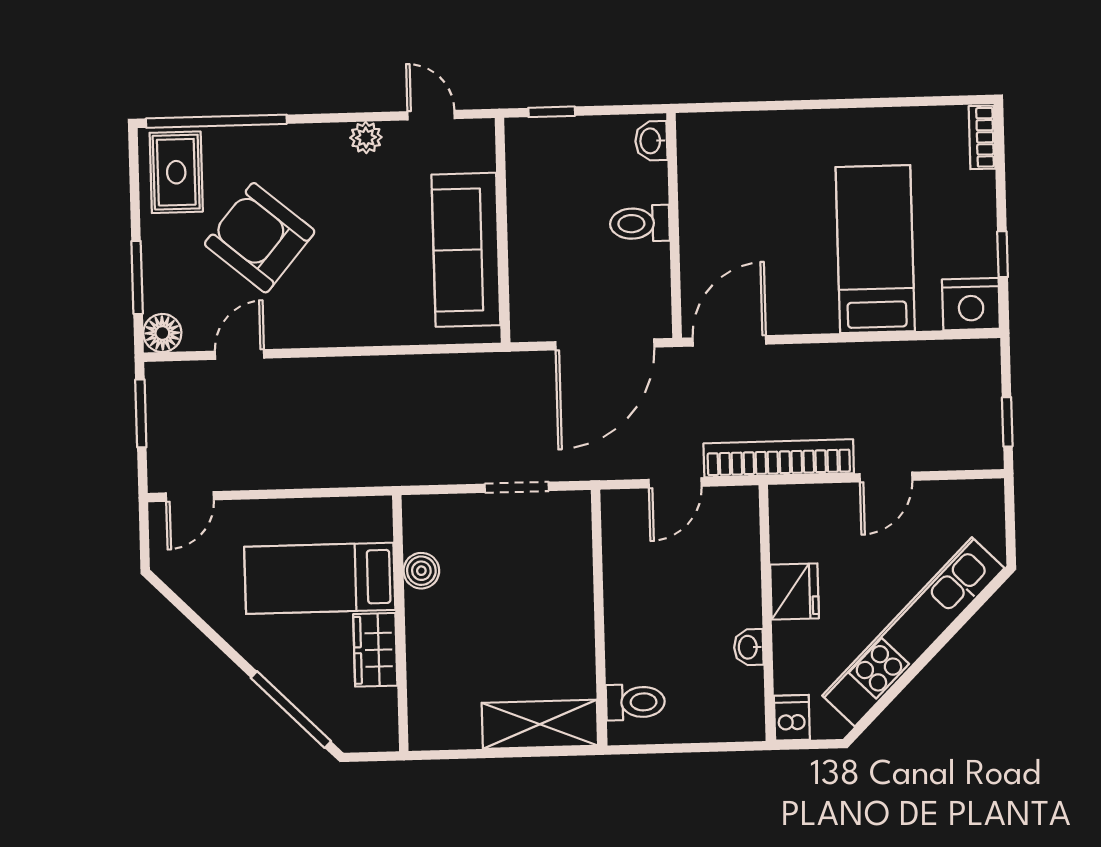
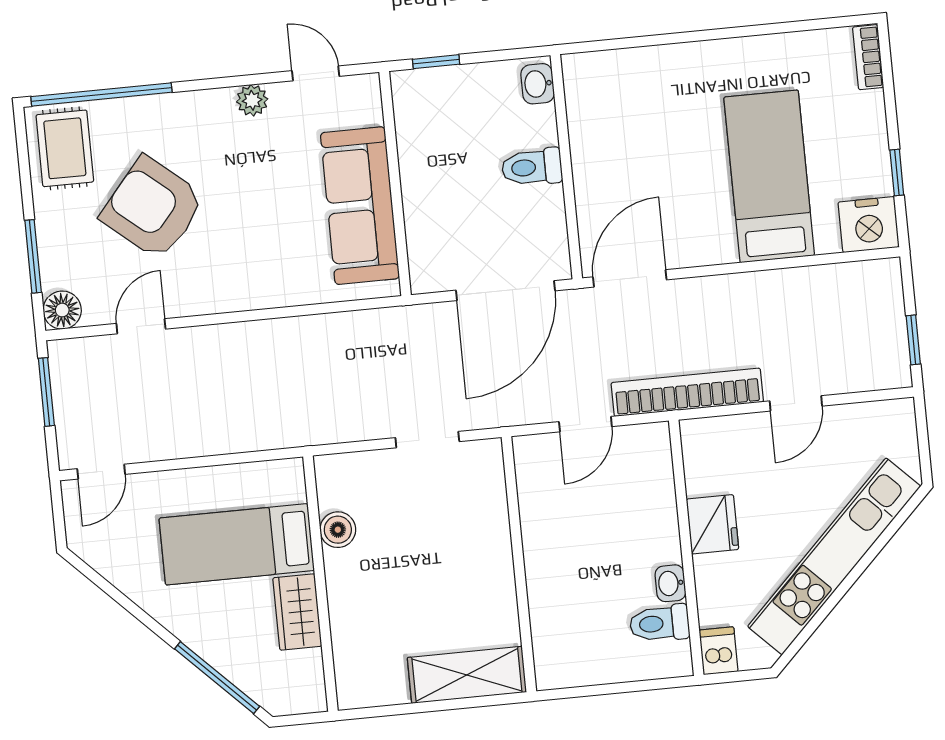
toilet: (635, 702) -> (659, 623), moved, turned 180

